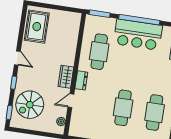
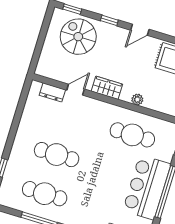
dresser: (81, 80) -> (52, 92), moved
door: (71, 101) -> (76, 90), hinge flipped
plant: (61, 122) -> (137, 99), moved

